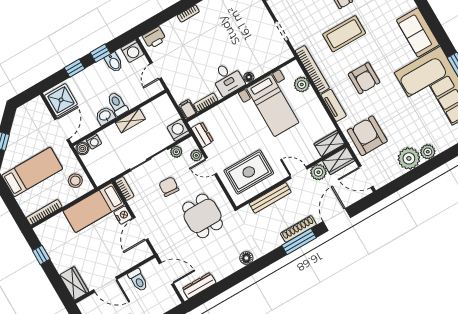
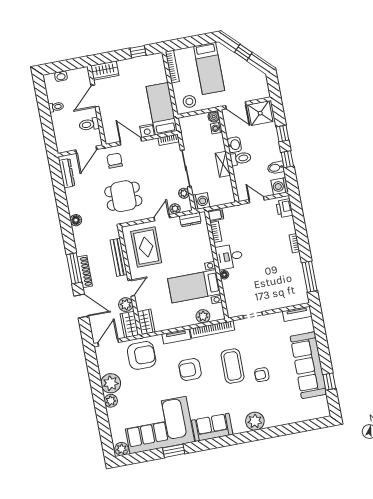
chair: (169, 187) -> (115, 161), moved, turned -94

